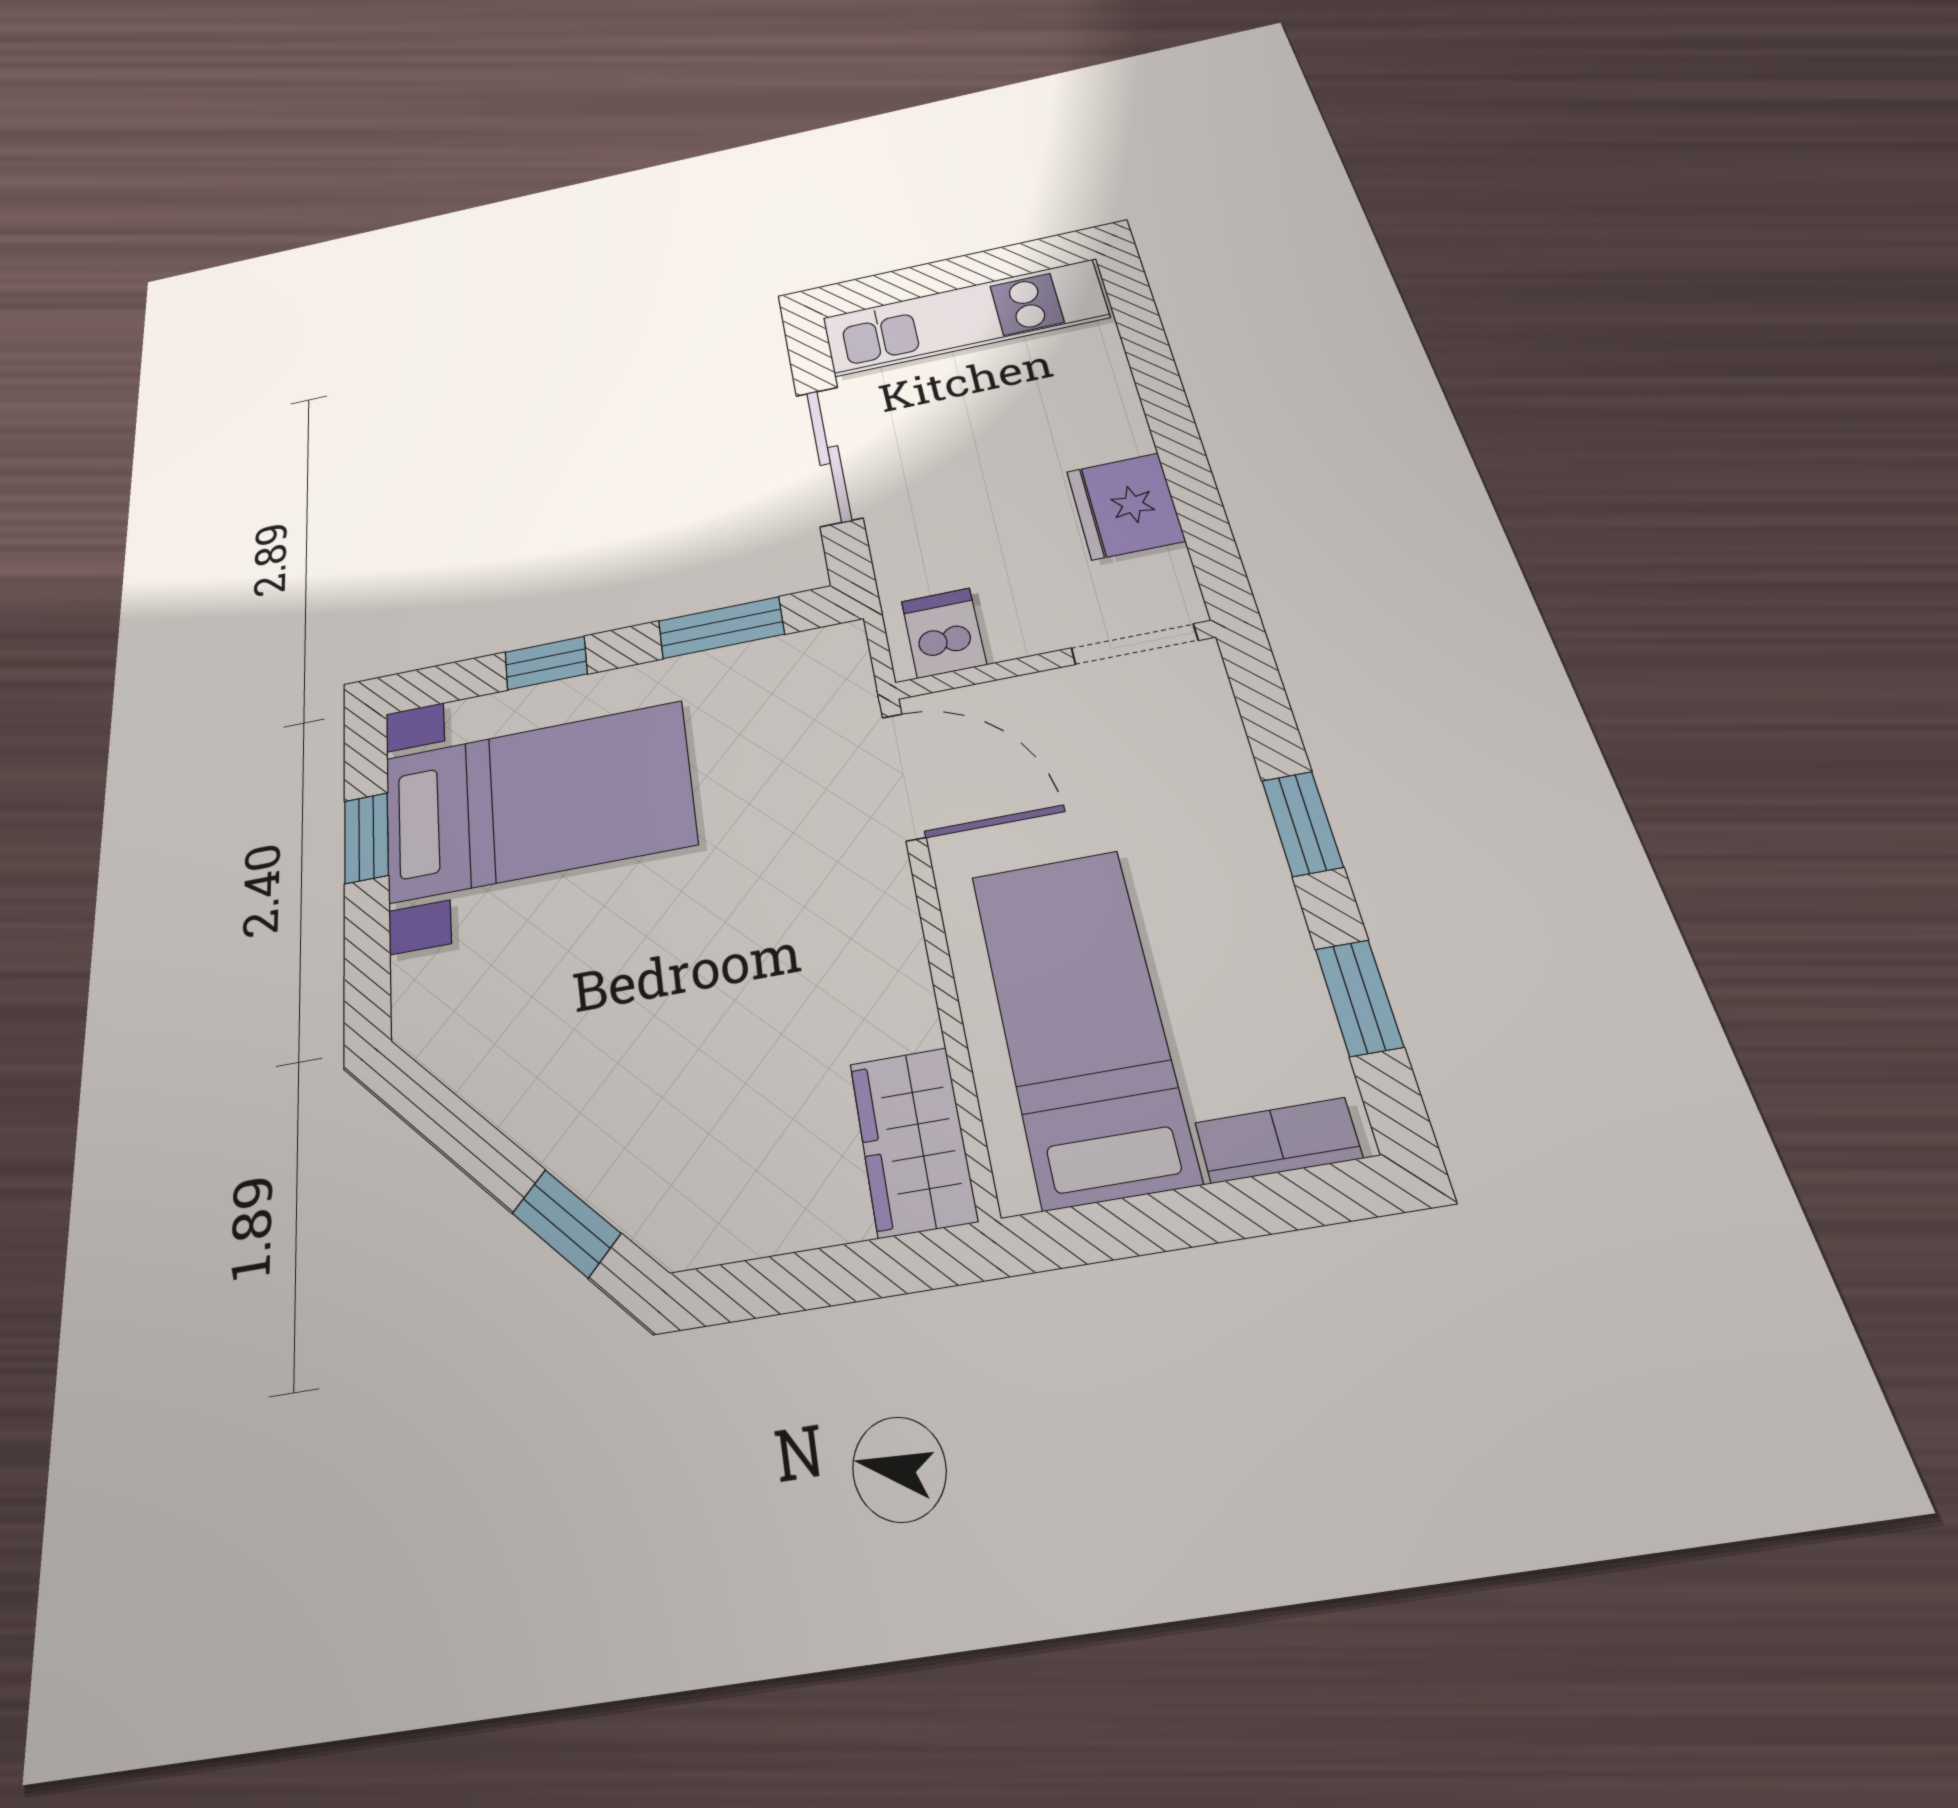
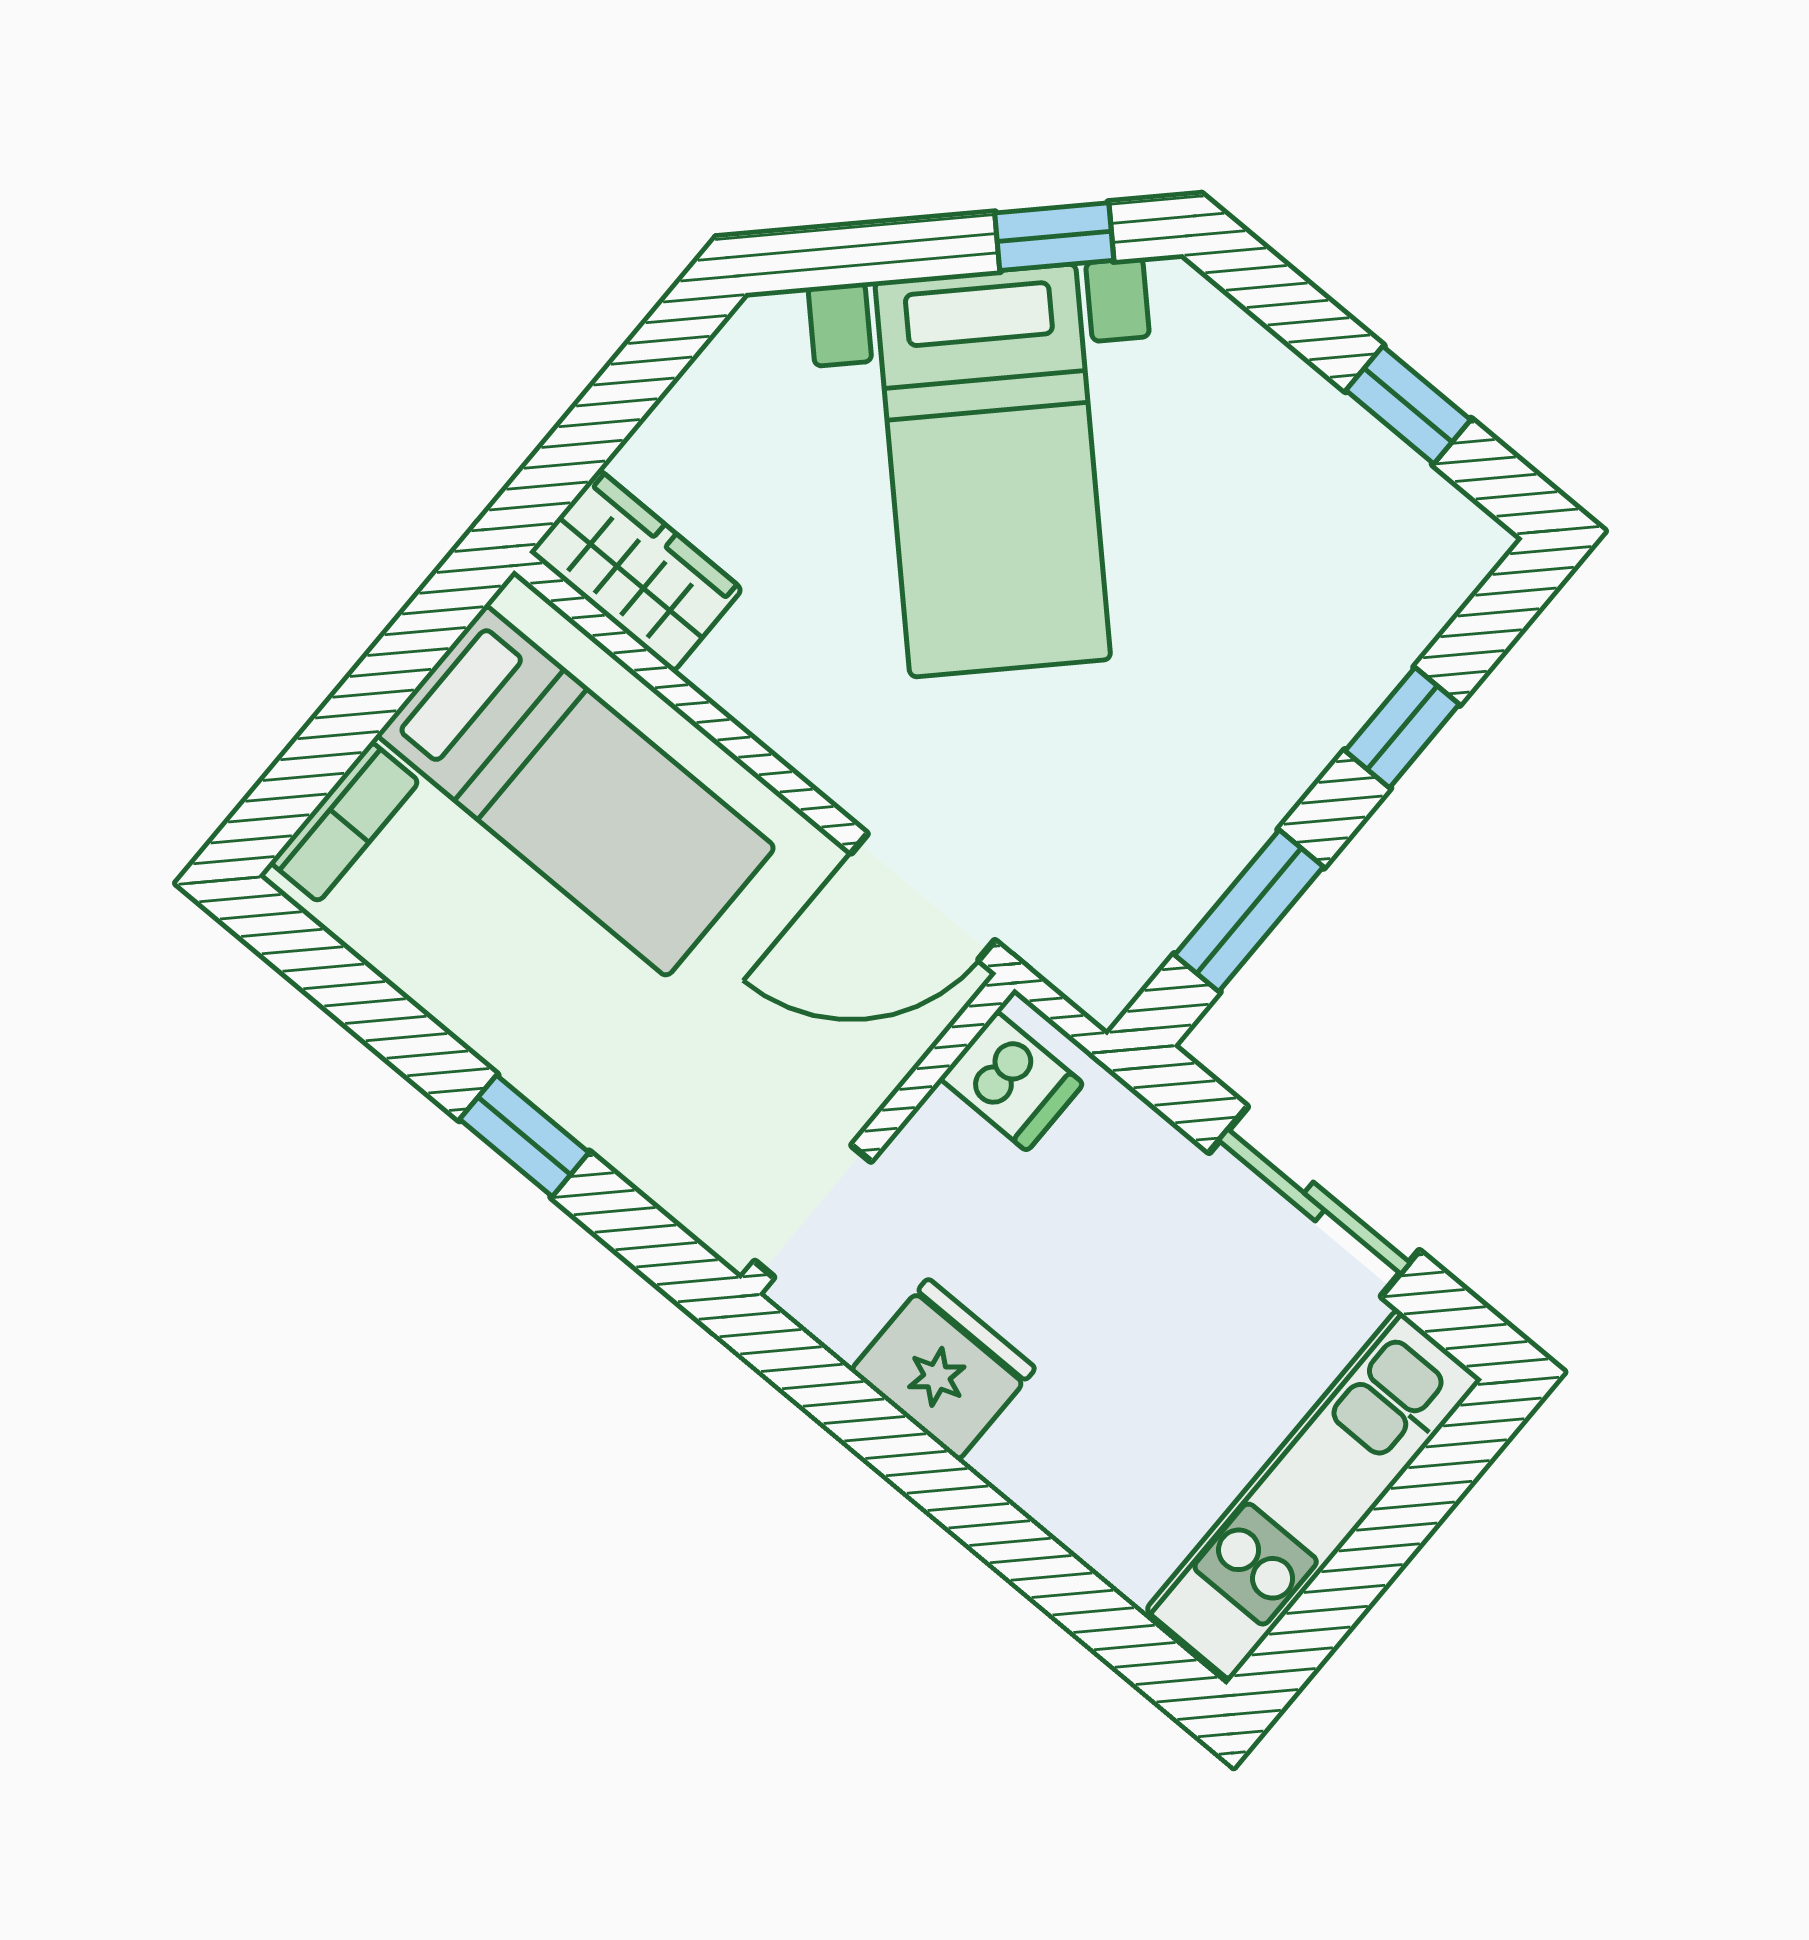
bed with nightstands: (538, 801) -> (993, 470), moved, turned -45
window: (1359, 998) -> (365, 1003), removed
window: (566, 1223) -> (1054, 237), moved

